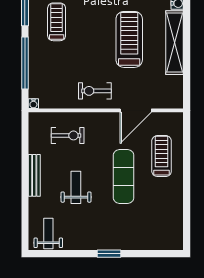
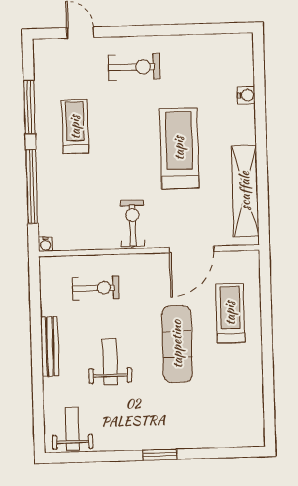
shelving: (174, 43) -> (245, 191), moved
exercise bike: (95, 91) -> (133, 223), turned 90

